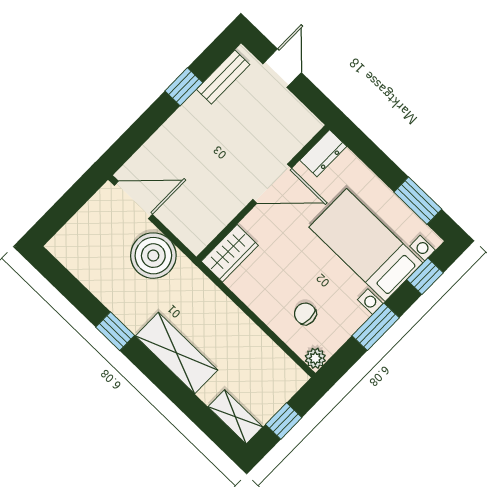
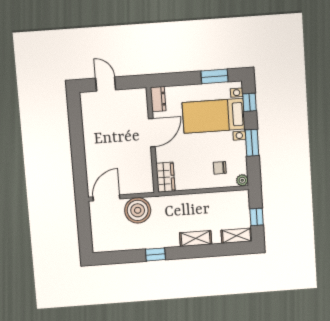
bench: (223, 77) -> (87, 113), removed
window: (184, 87) -> (77, 134), removed
shelving: (177, 353) -> (196, 239), width x0.67, depth x0.75

